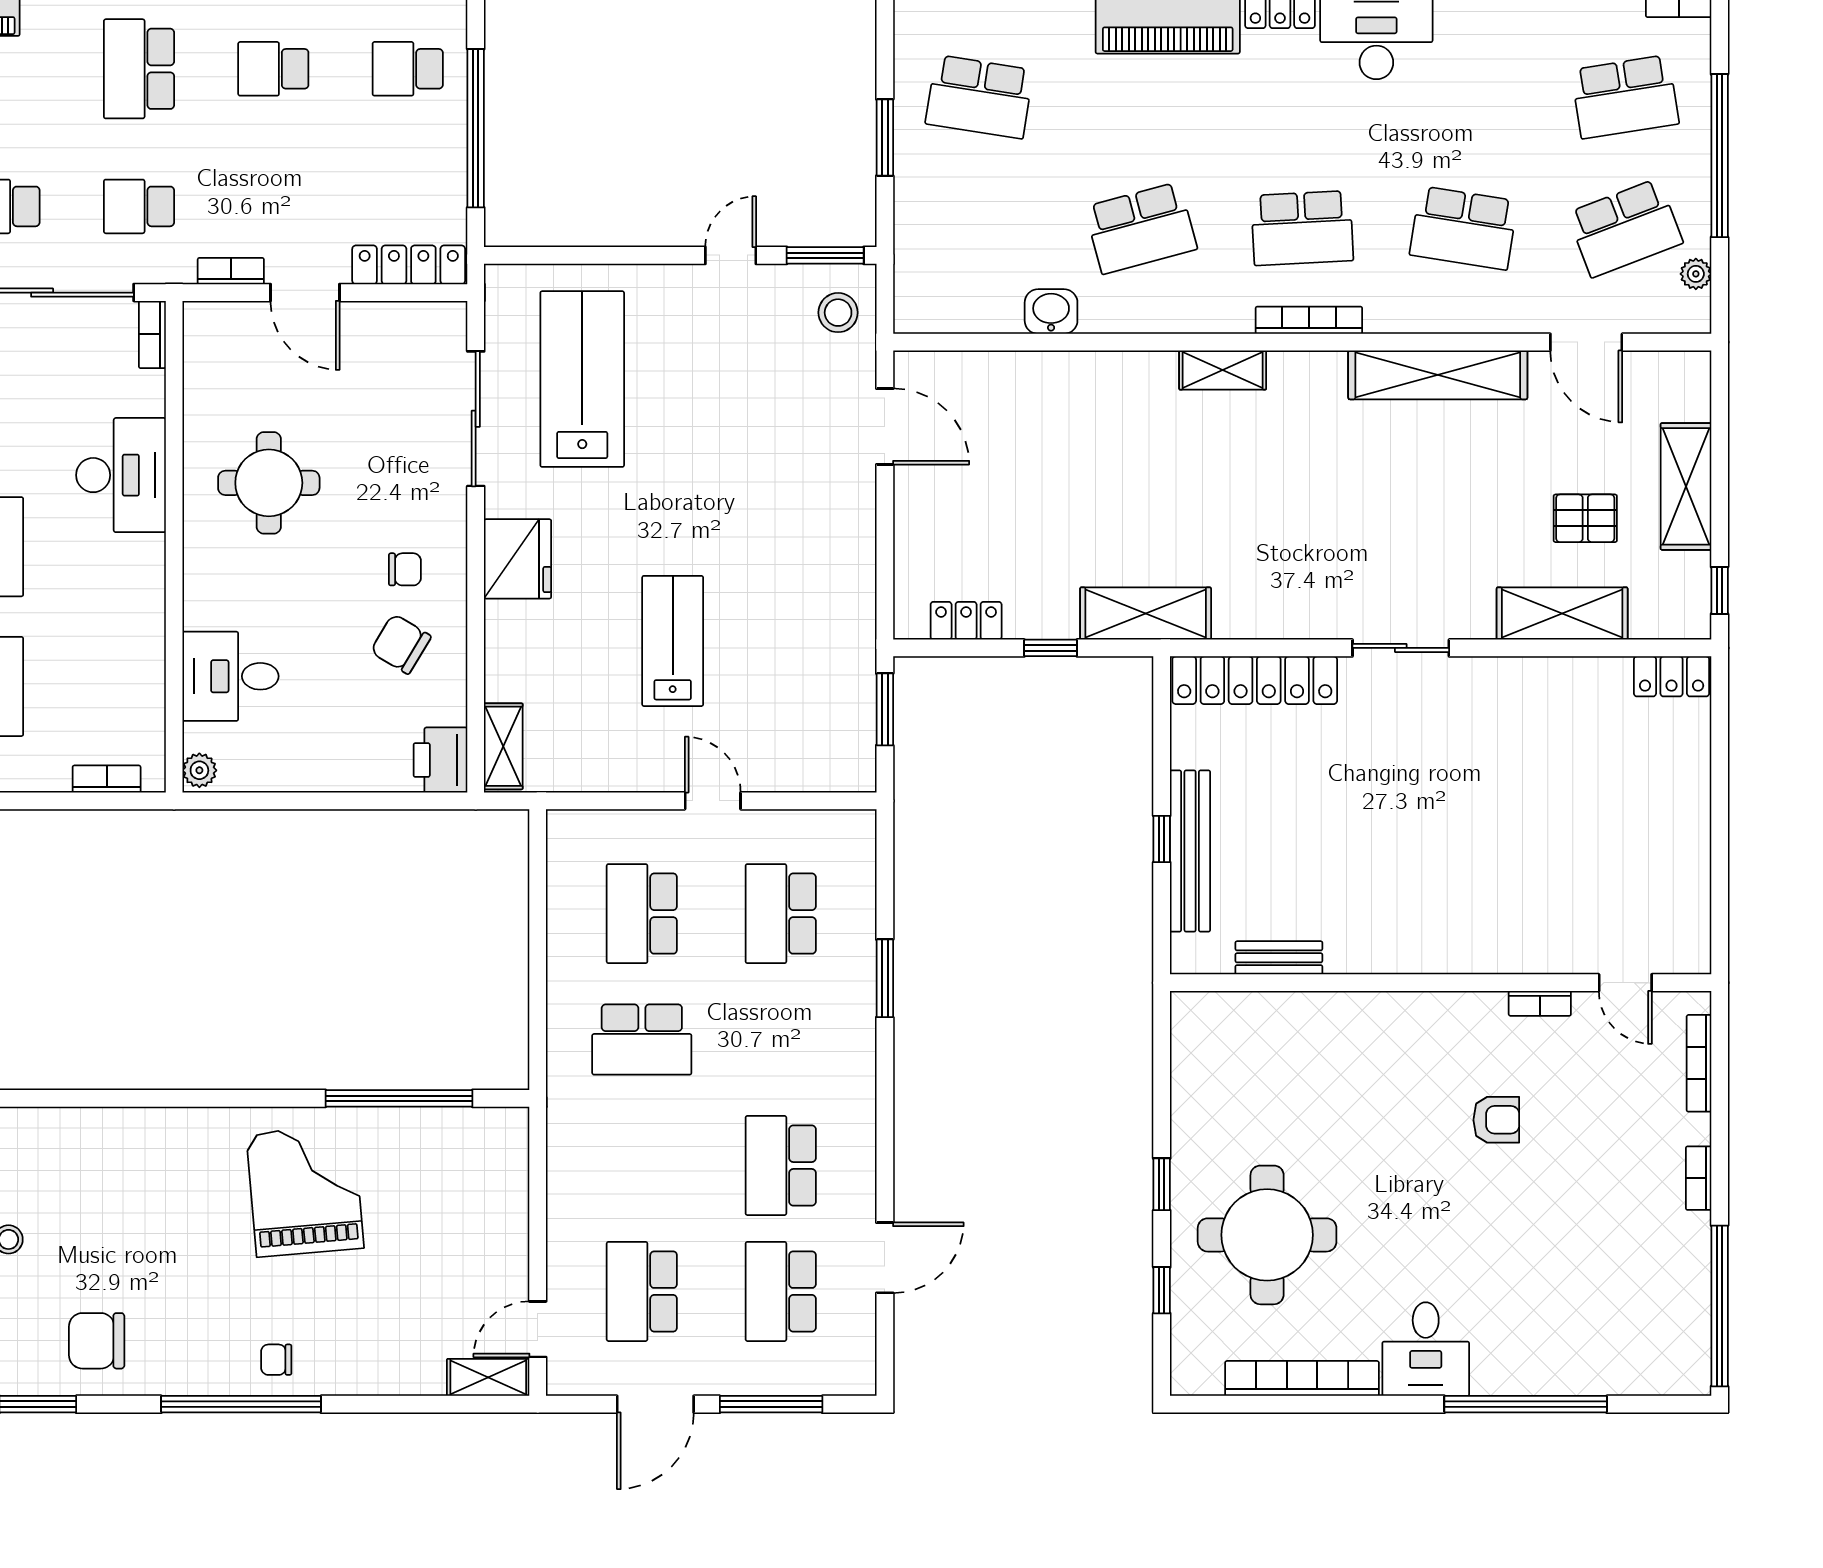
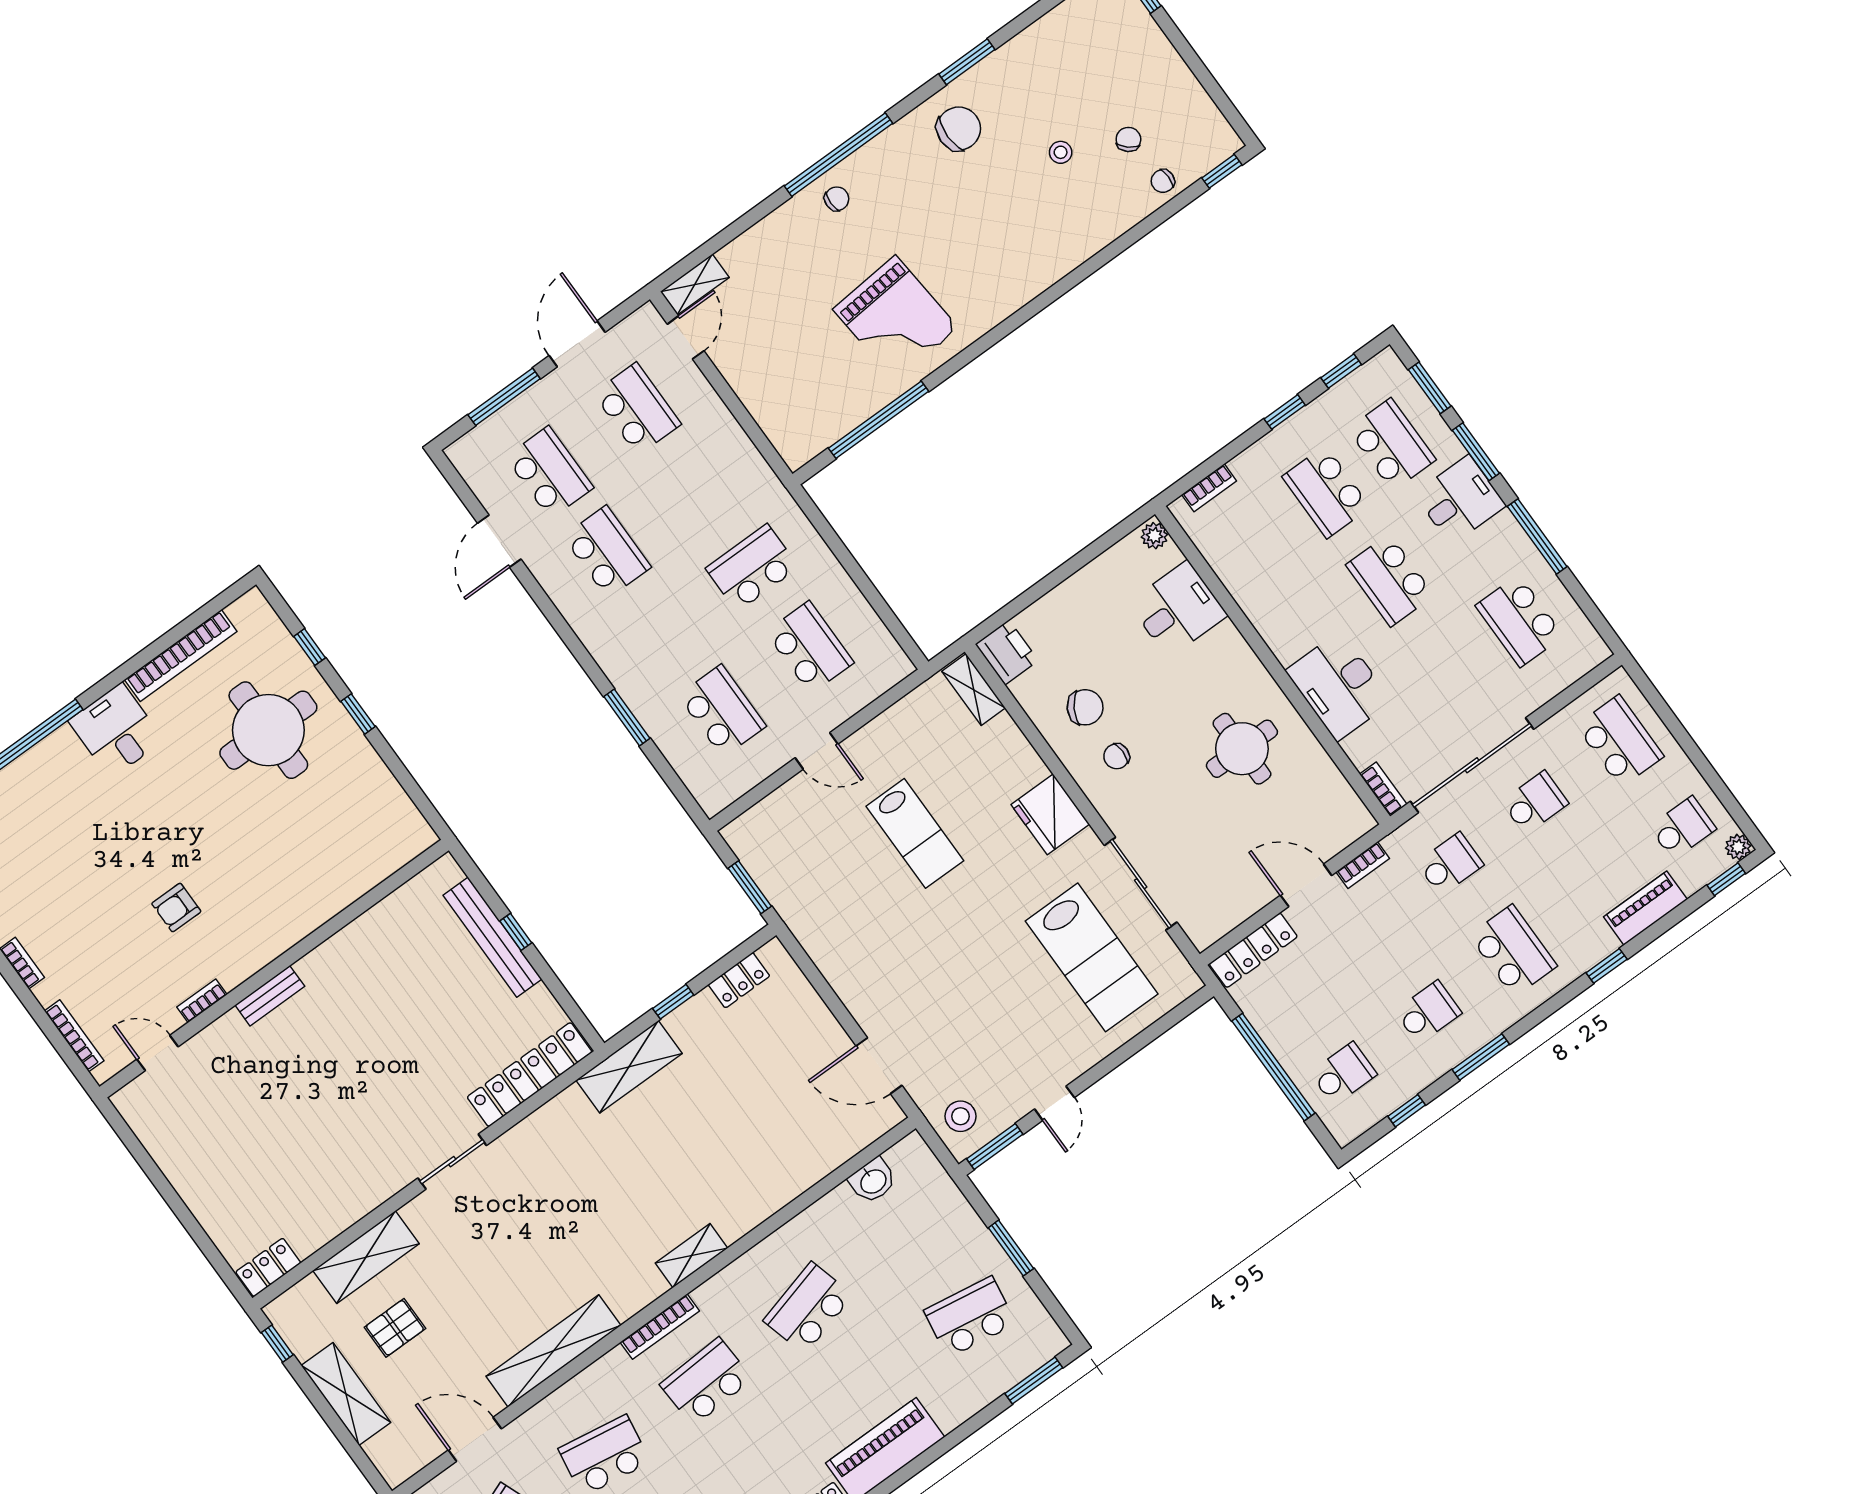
washbasin: (1051, 312) -> (873, 1181), moved
bench: (1279, 958) -> (270, 996), moved

